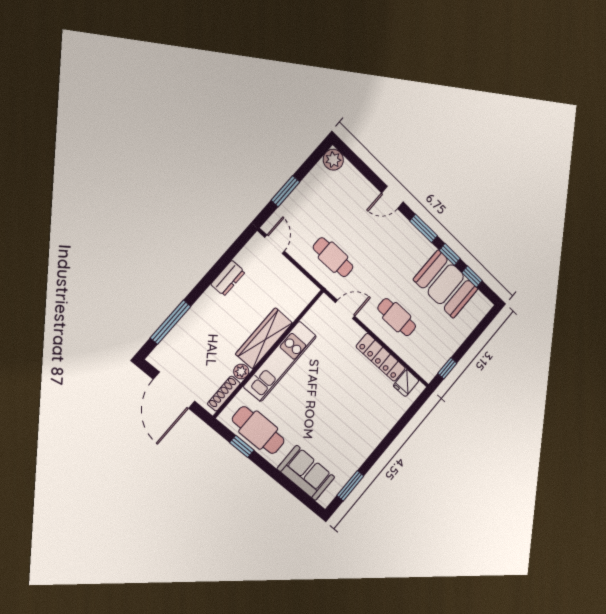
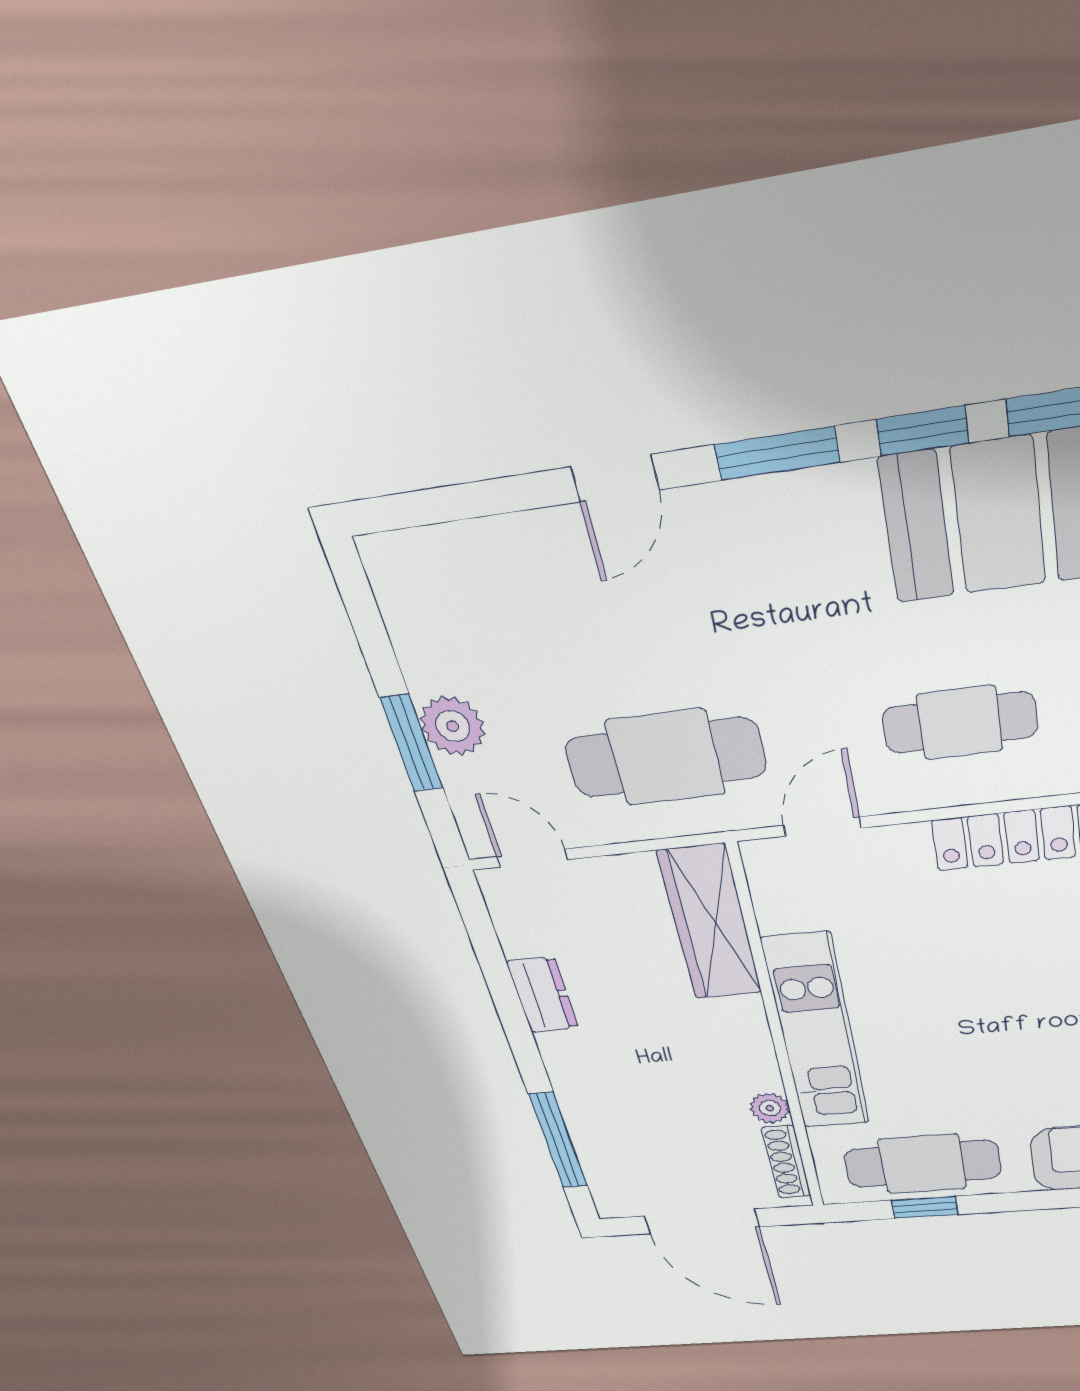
plant: (333, 160) -> (453, 726), moved
cafe table: (333, 257) -> (665, 758), width x1.37, depth x1.35
wardrobe: (264, 338) -> (710, 923), moved

